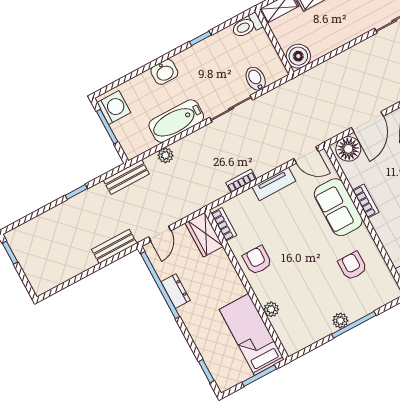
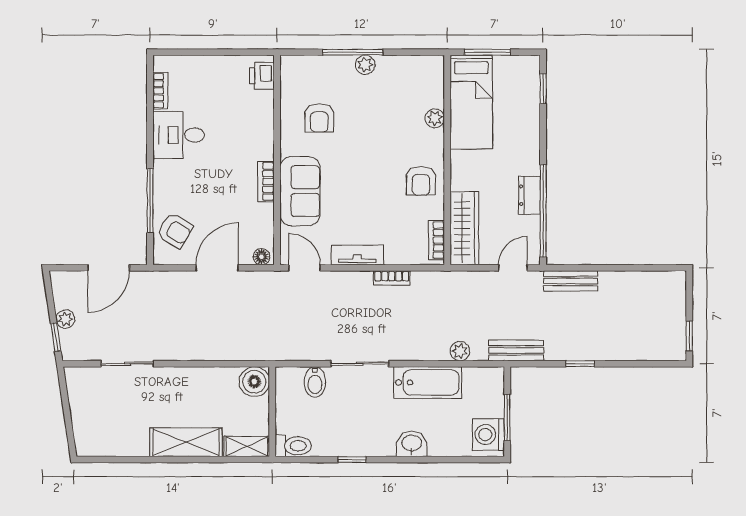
floor lamp: (348, 149) -> (262, 257), width x0.53, depth x0.53
wardrobe: (204, 235) -> (464, 228), width x1.50

